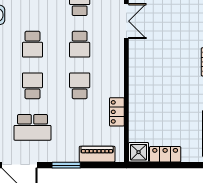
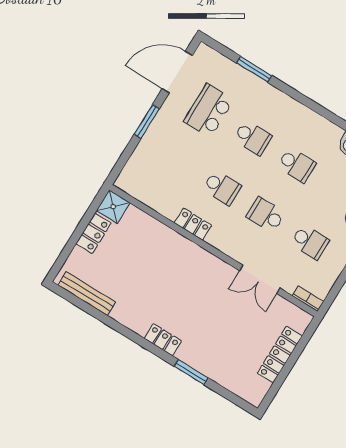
school desk: (32, 44) -> (297, 165), turned 180
locker: (117, 112) -> (193, 224), moved
piano: (97, 154) -> (138, 161), removed

